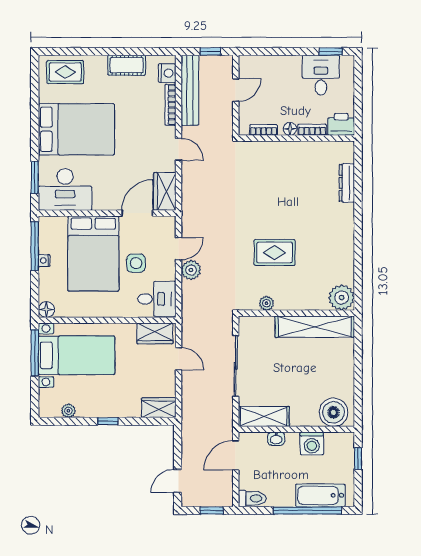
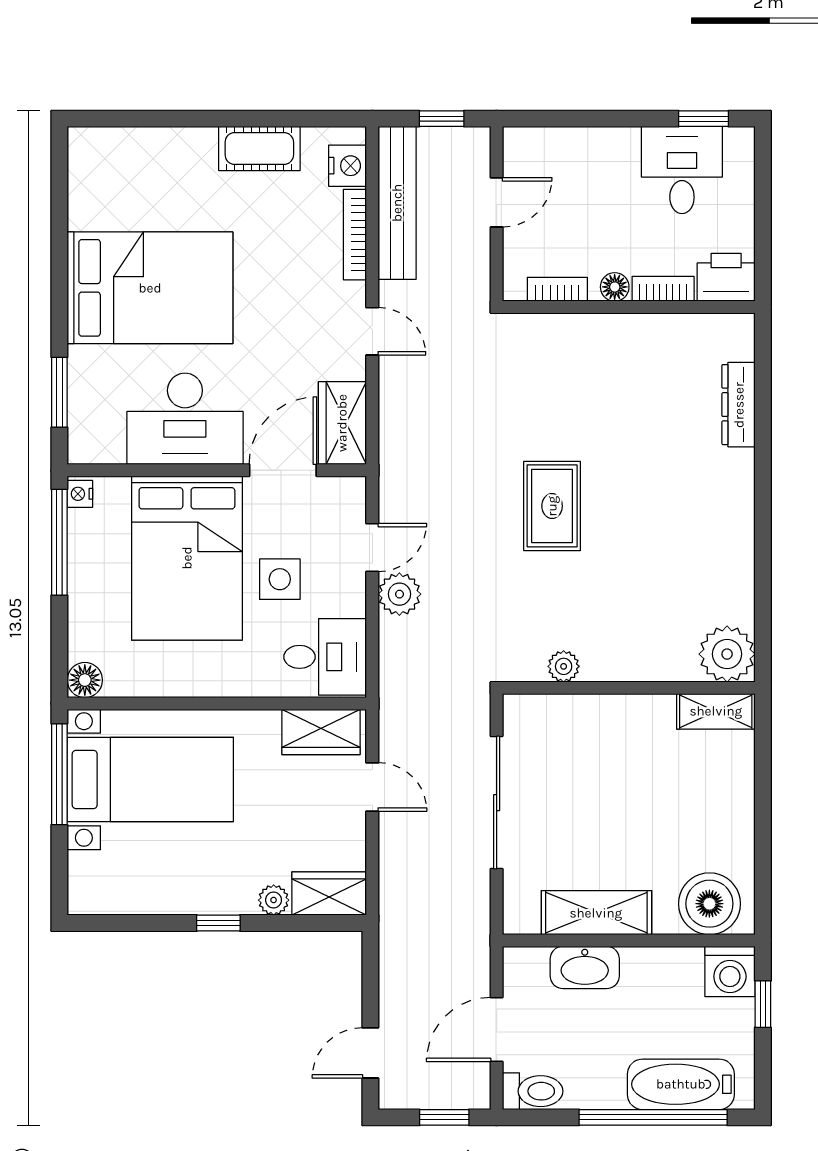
rug: (65, 72) -> (126, 163), removed
desk: (65, 189) -> (185, 419), moved
rug: (275, 252) -> (552, 506), moved, turned 90
nightstand: (44, 260) -> (80, 494), moved
shelving: (315, 327) -> (716, 711), width x0.45, depth x0.75
plant: (68, 411) -> (274, 900), moved
shelving: (264, 416) -> (596, 913), moved
washbasin: (276, 439) -> (585, 967), width x1.91, depth x1.45
washing machine: (312, 443) -> (730, 971), moved
door: (236, 455) -> (497, 1030), moved

